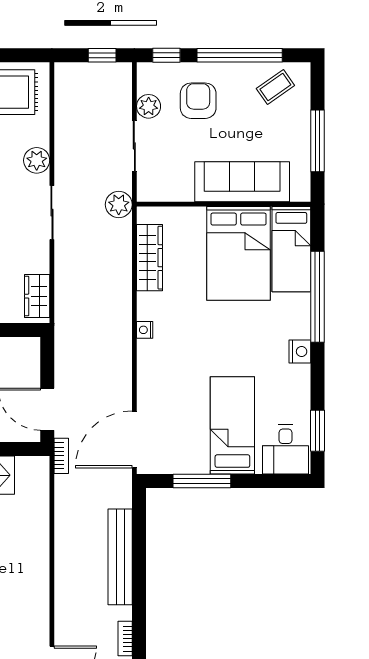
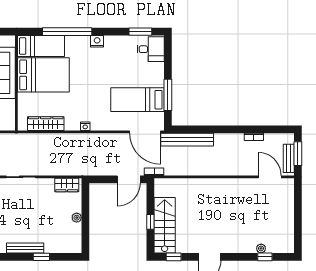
plant: (119, 205) -> (17, 140), removed
bed: (232, 425) -> (137, 100), moved
bench: (120, 557) -> (187, 140), moved

